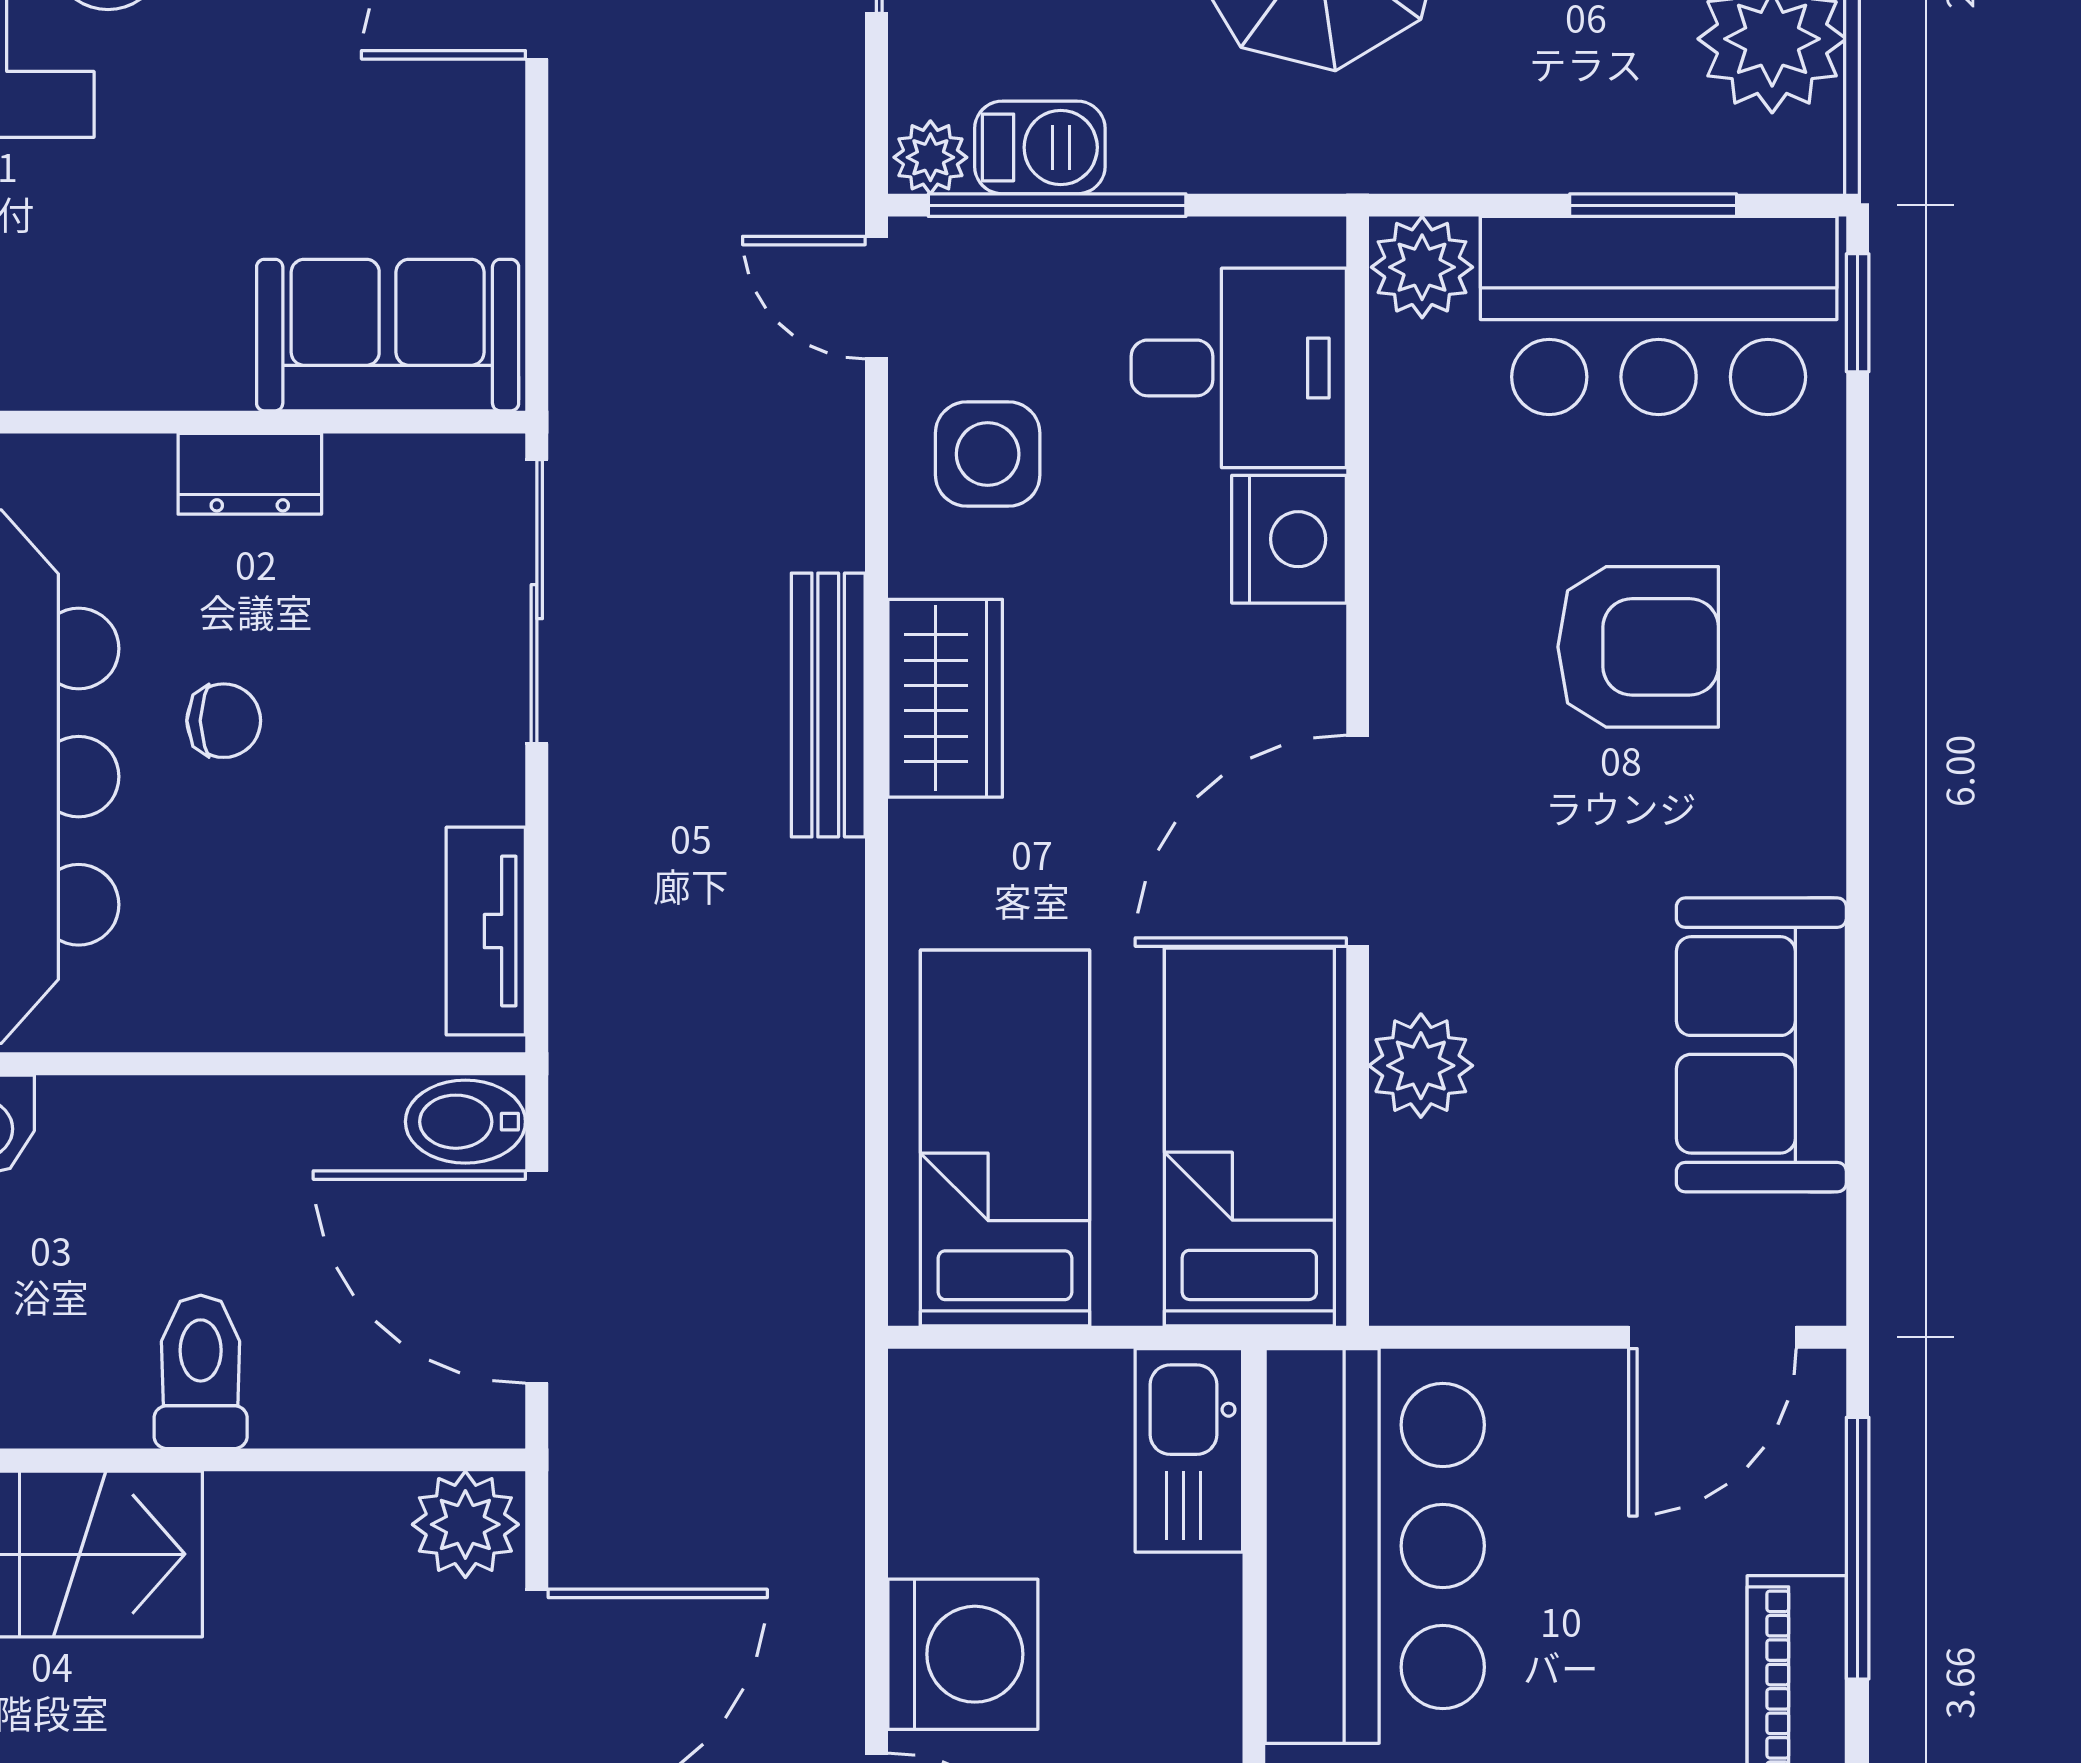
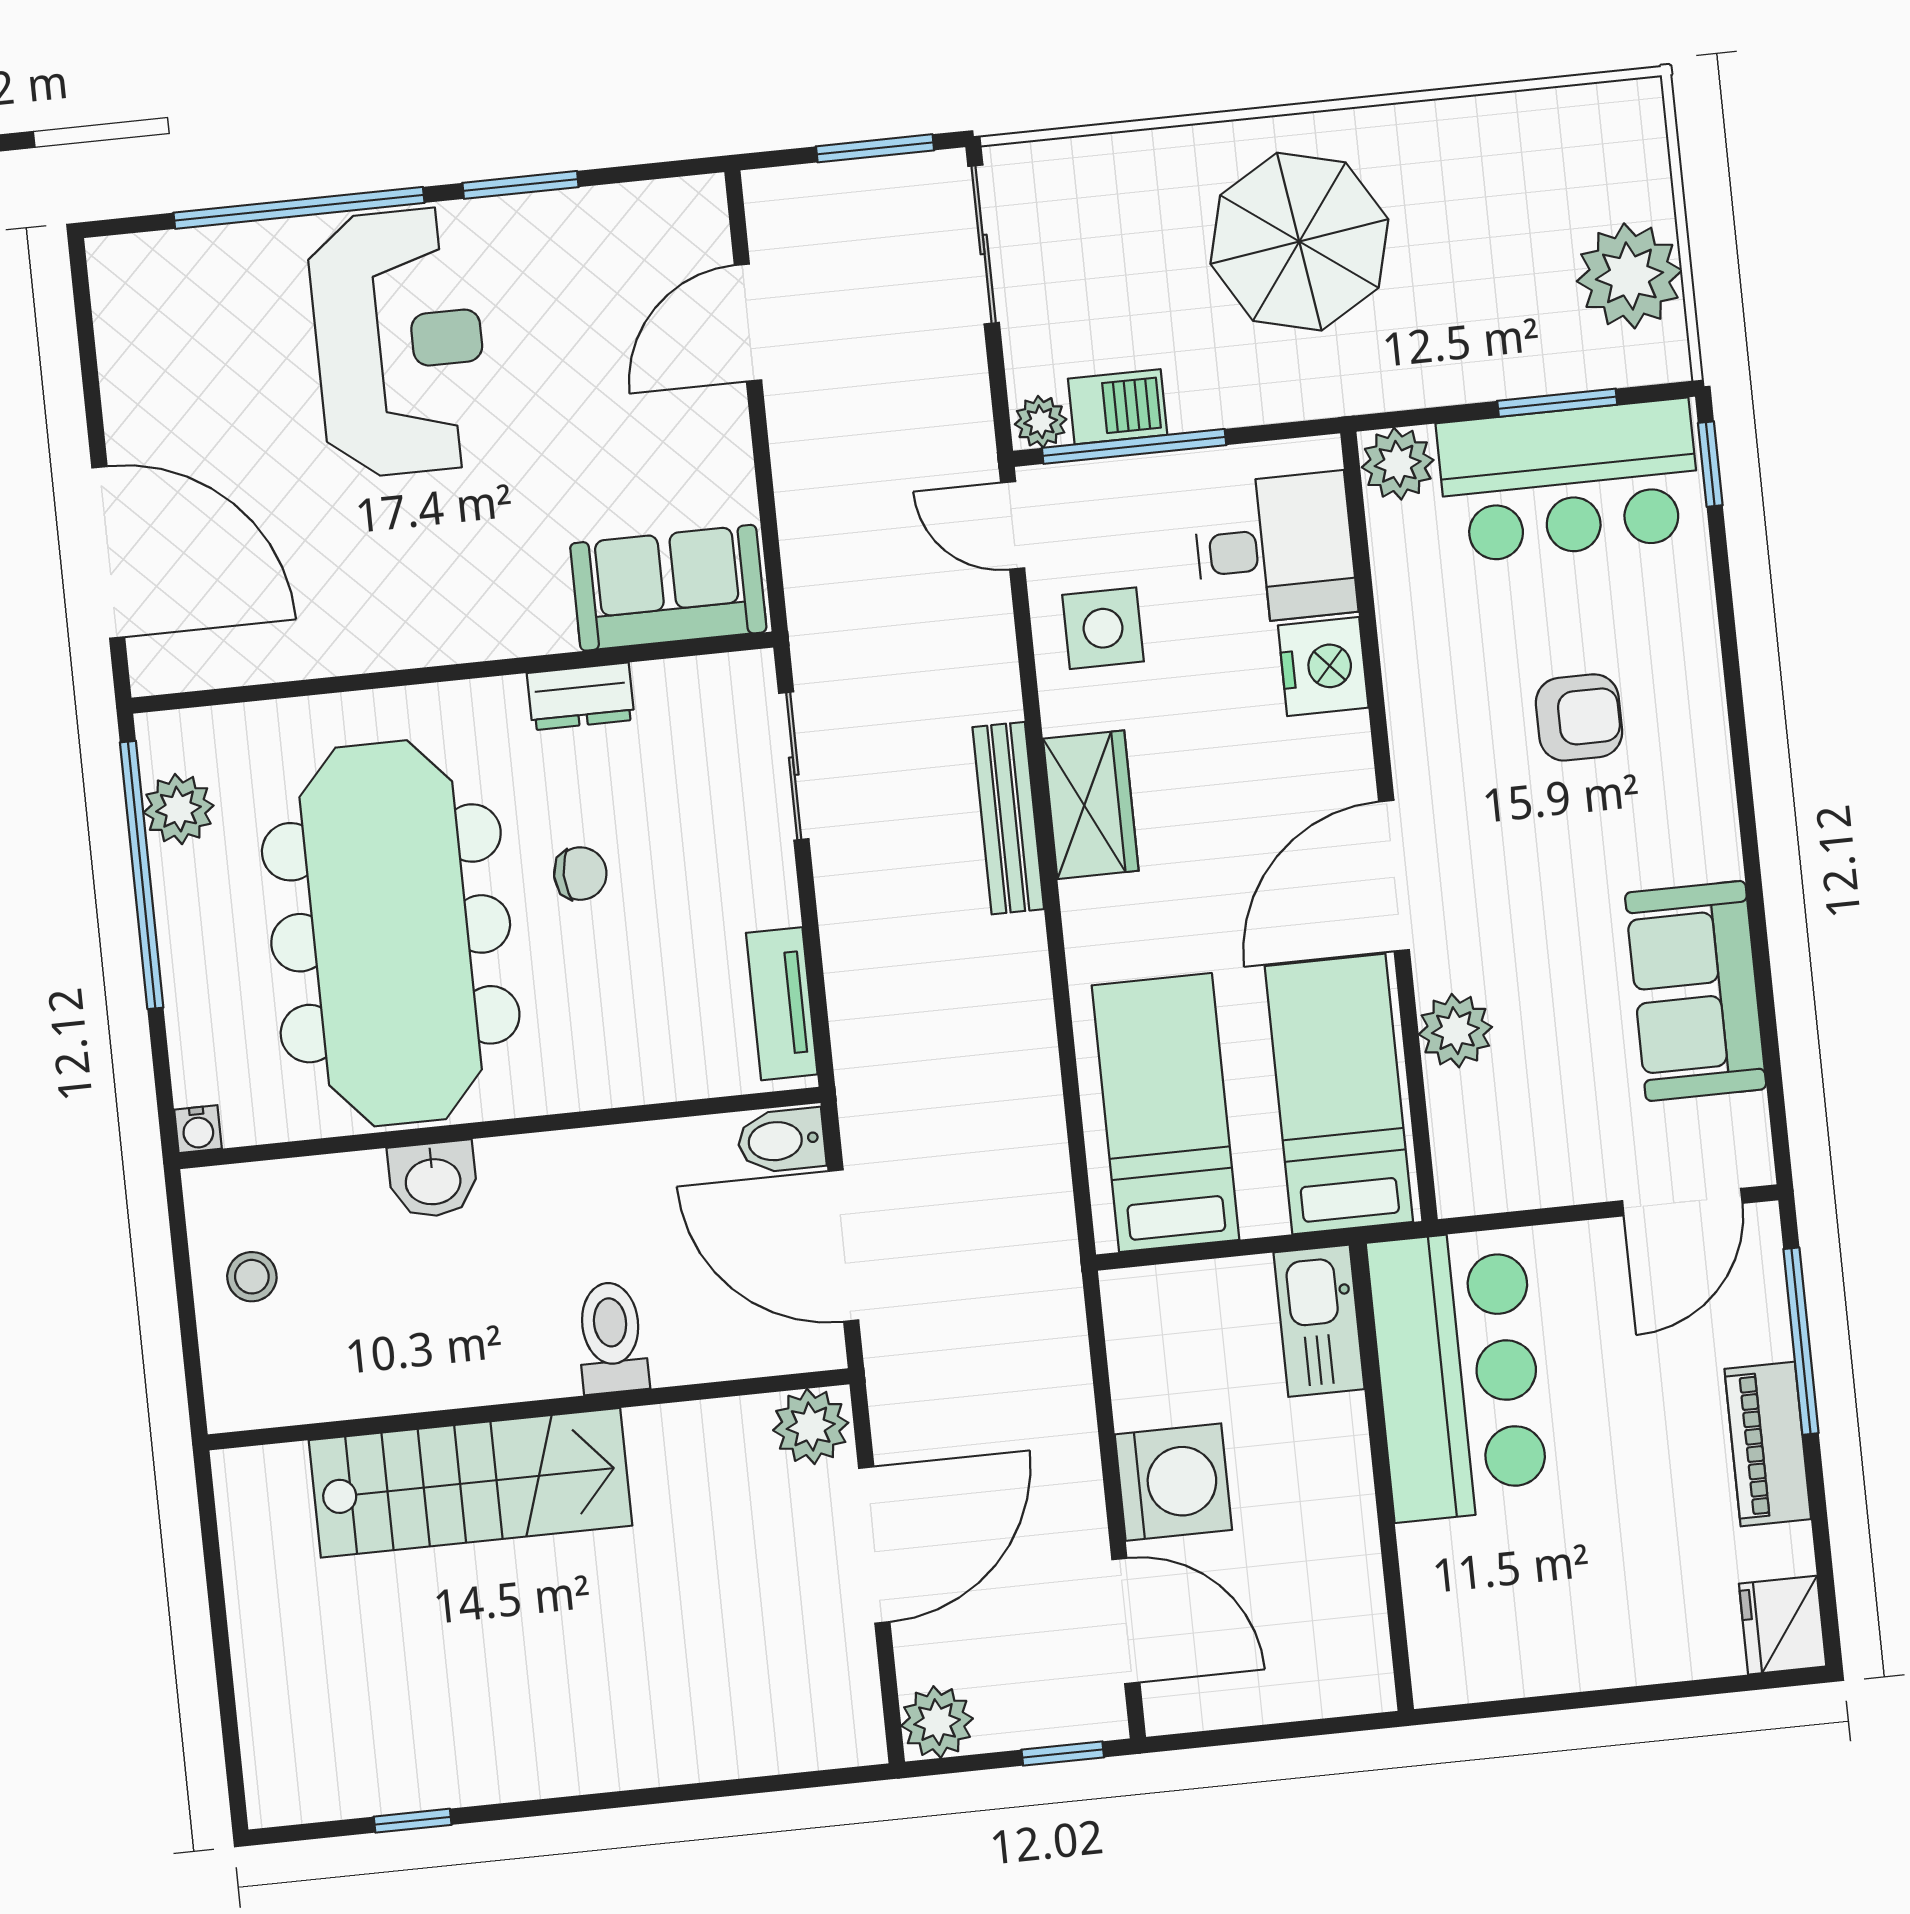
sliding door: (537, 602) -> (794, 766), width x0.73
armchair: (1638, 647) -> (1579, 717), width x0.72, depth x0.72

